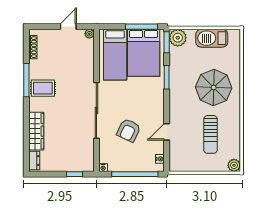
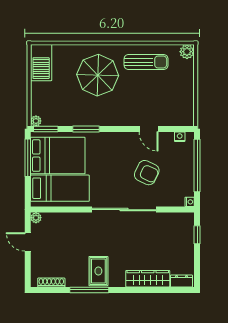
plant: (178, 38) -> (36, 121), width x0.53, depth x0.53
barbecue: (212, 38) -> (41, 63), moved
sun lounger: (211, 134) -> (146, 62), moved

